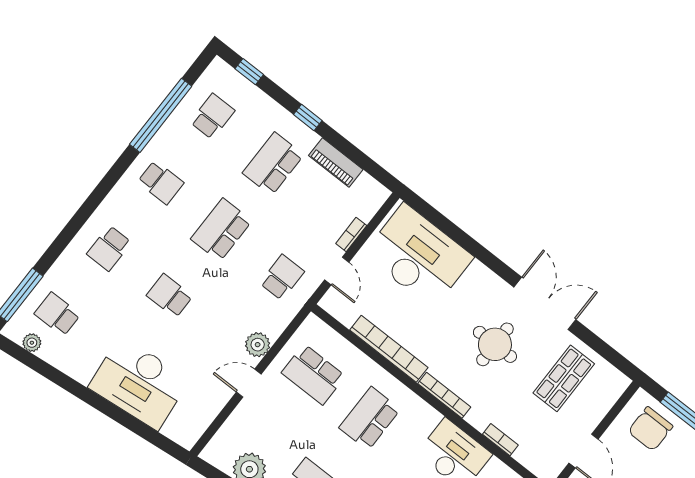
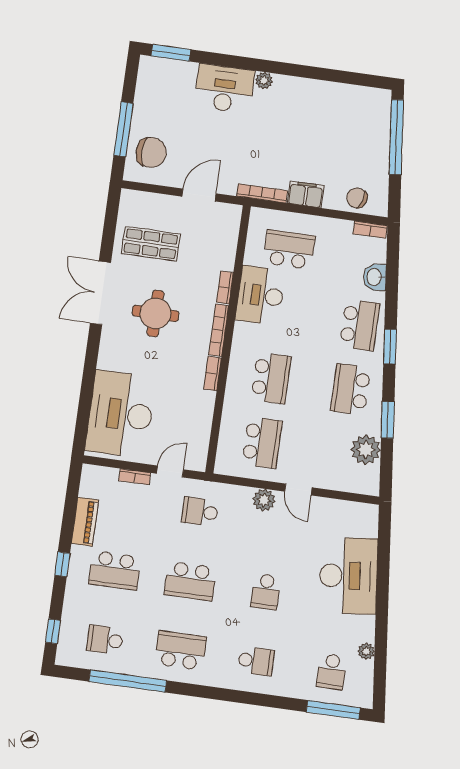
school desk: (161, 182) -> (180, 650), width x1.85
plant: (32, 343) -> (366, 651), moved
bookcase: (389, 349) -> (213, 374), width x0.43, depth x0.76
school desk: (370, 418) -> (271, 378), turned -90
bookcase: (500, 440) -> (225, 287), moved

